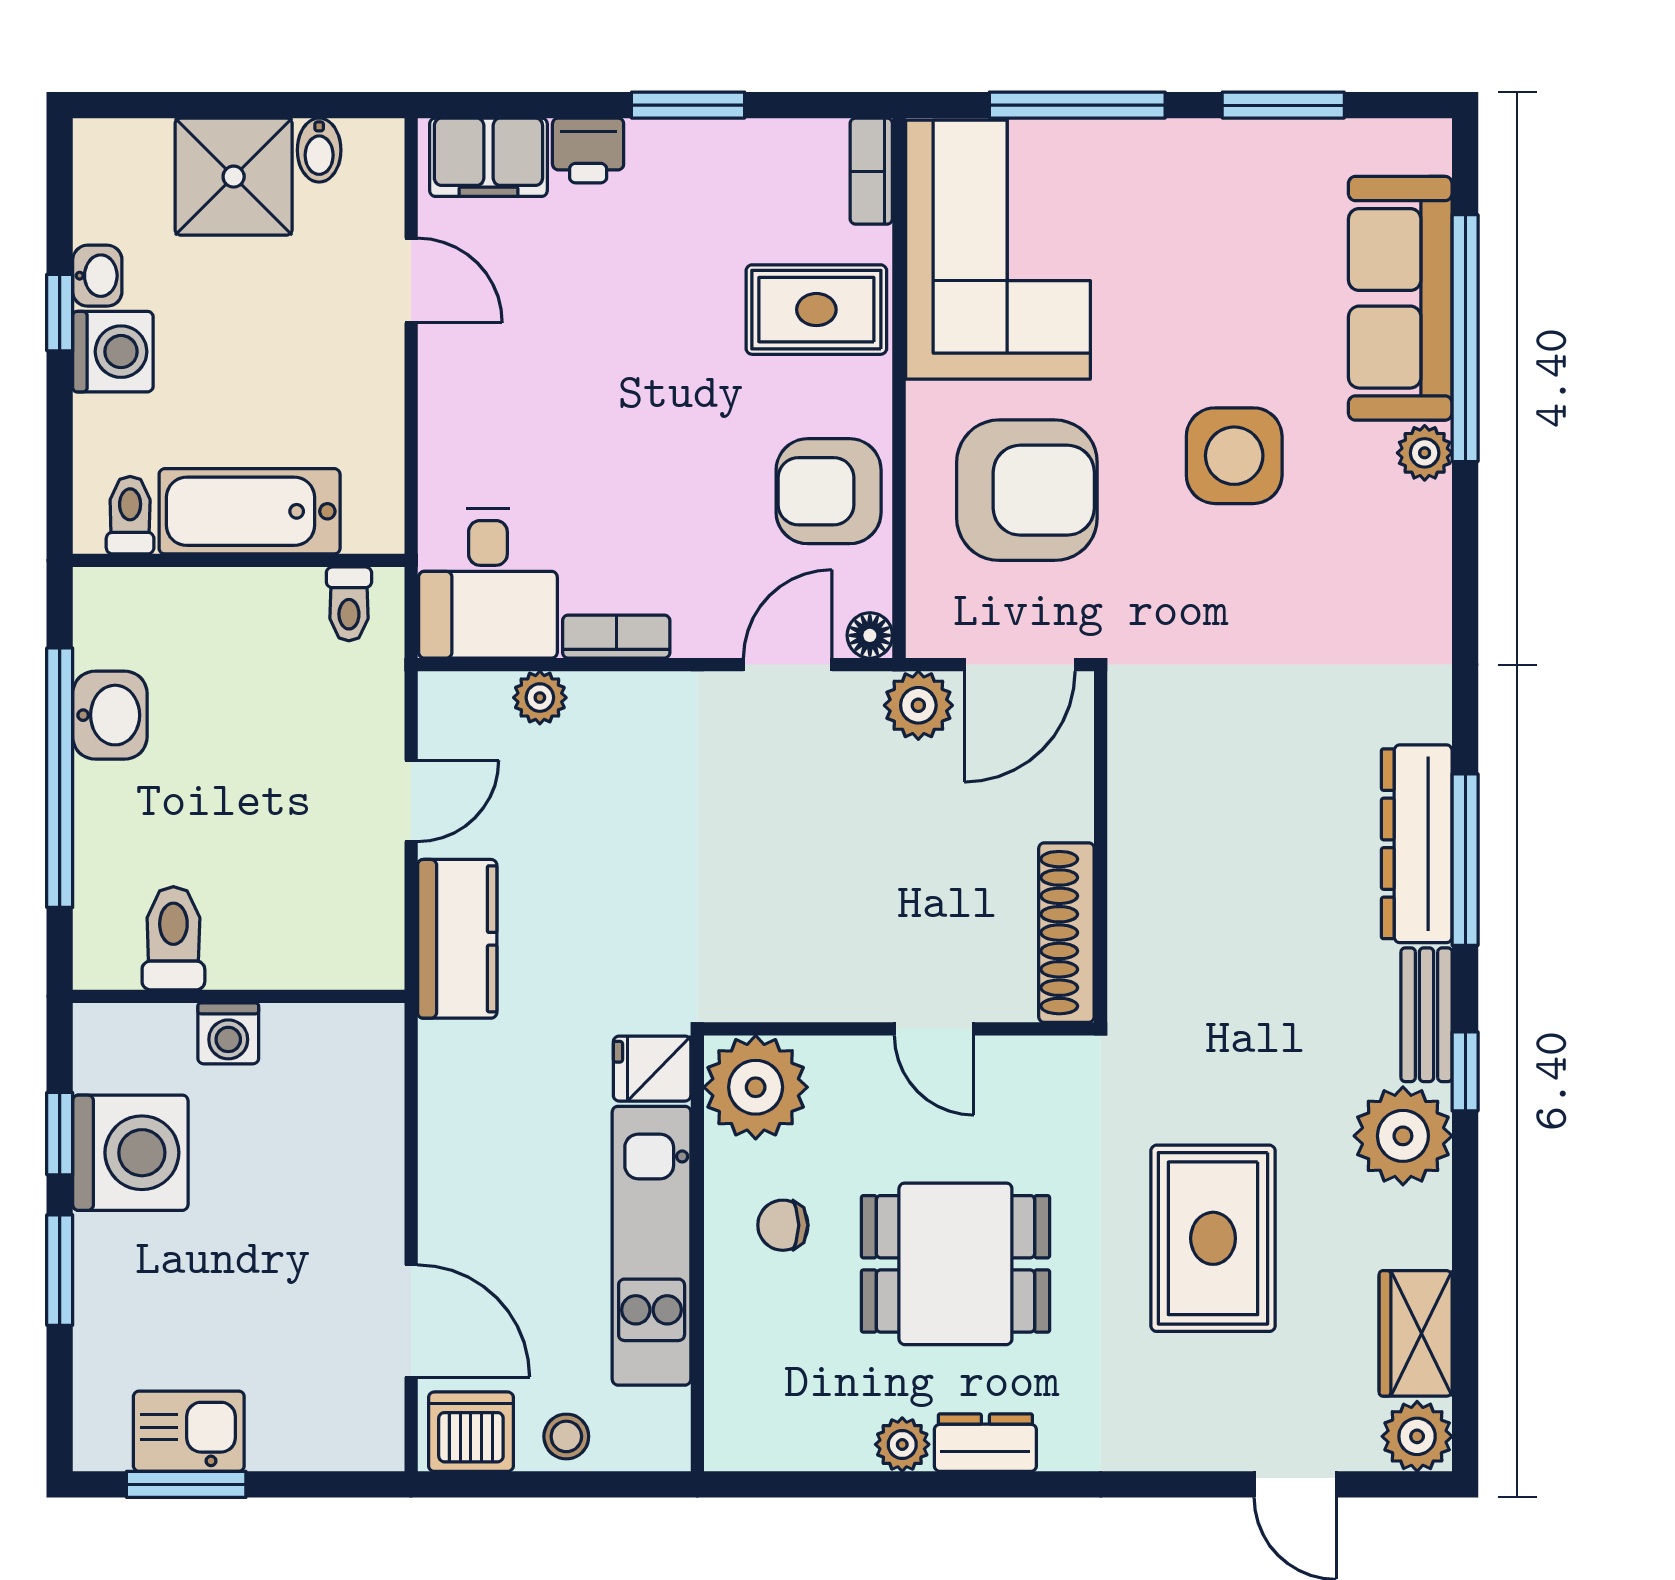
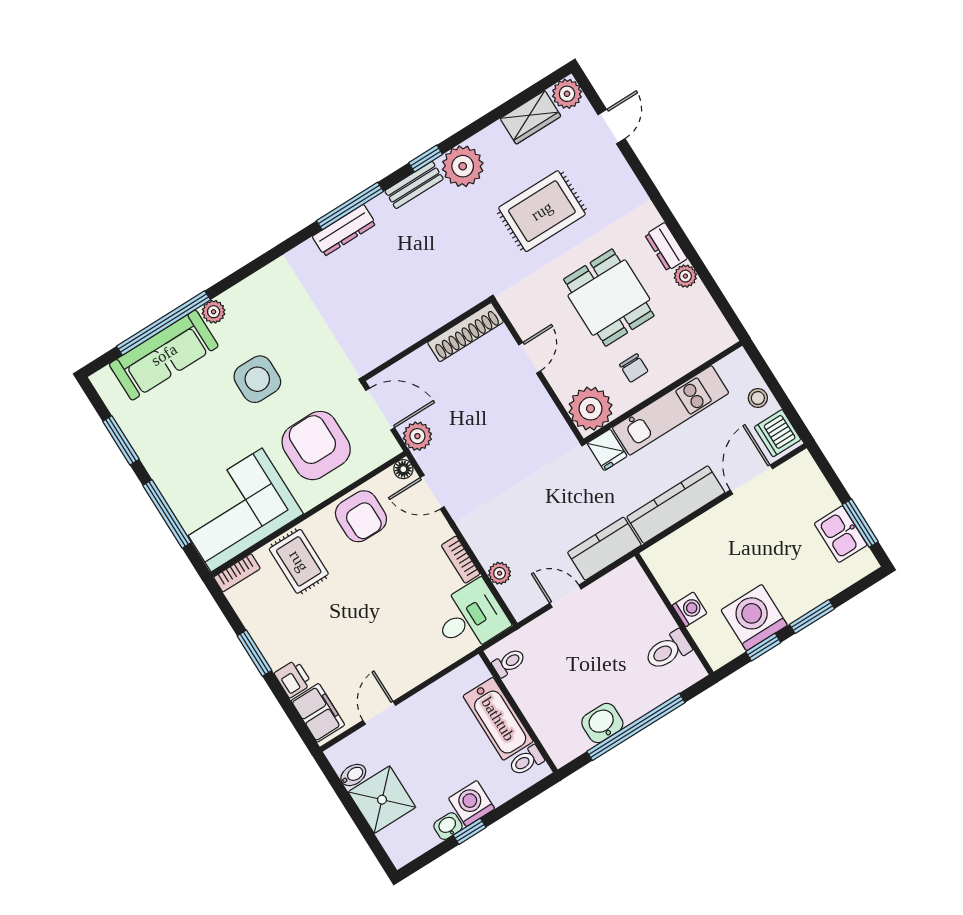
dresser: (1417, 844) -> (344, 230), width x0.73, depth x0.80
kitchen counter: (456, 1138) -> (676, 505), added

